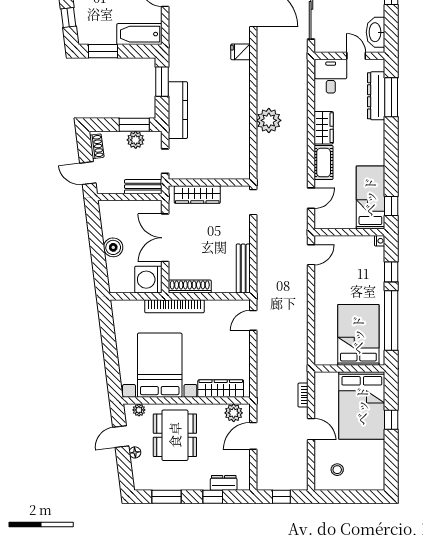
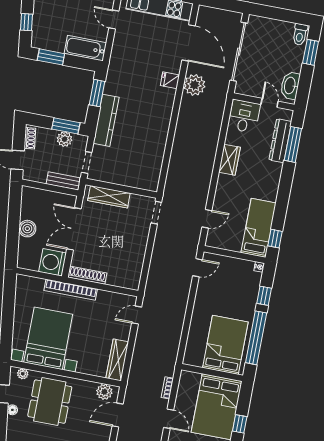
plant: (269, 120) -> (194, 85), moved
cot: (324, 163) -> (224, 190), removed
bench: (243, 269) -> (136, 268), removed
wardrobe: (221, 389) -> (117, 360), moved, turned -90

